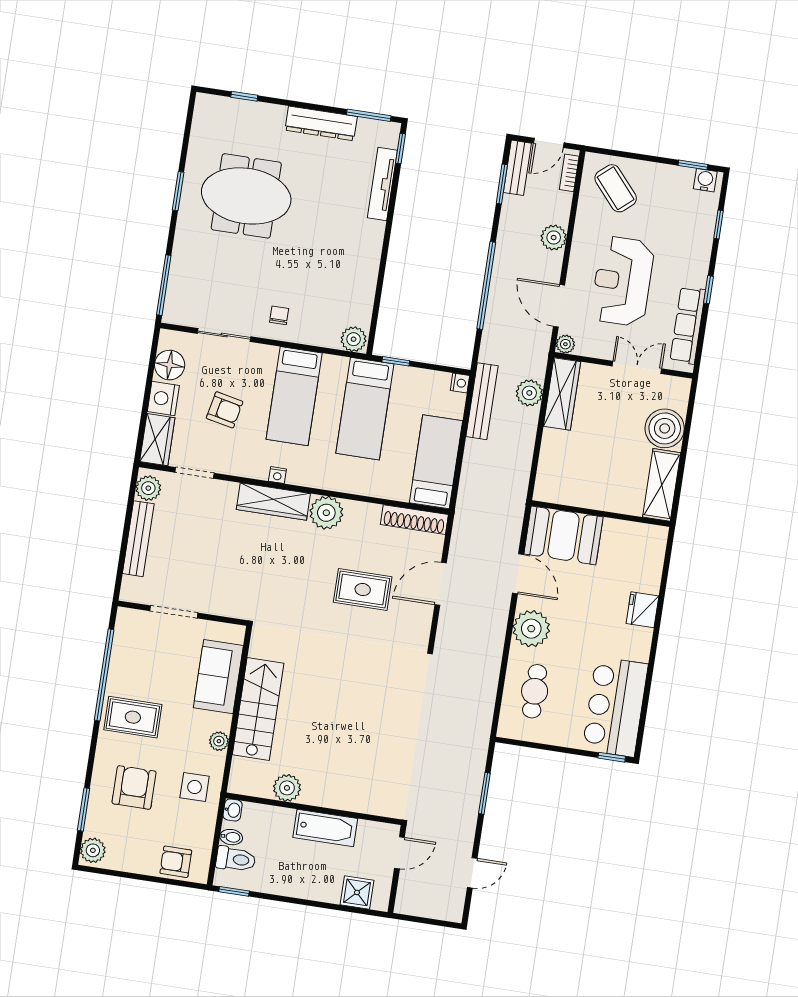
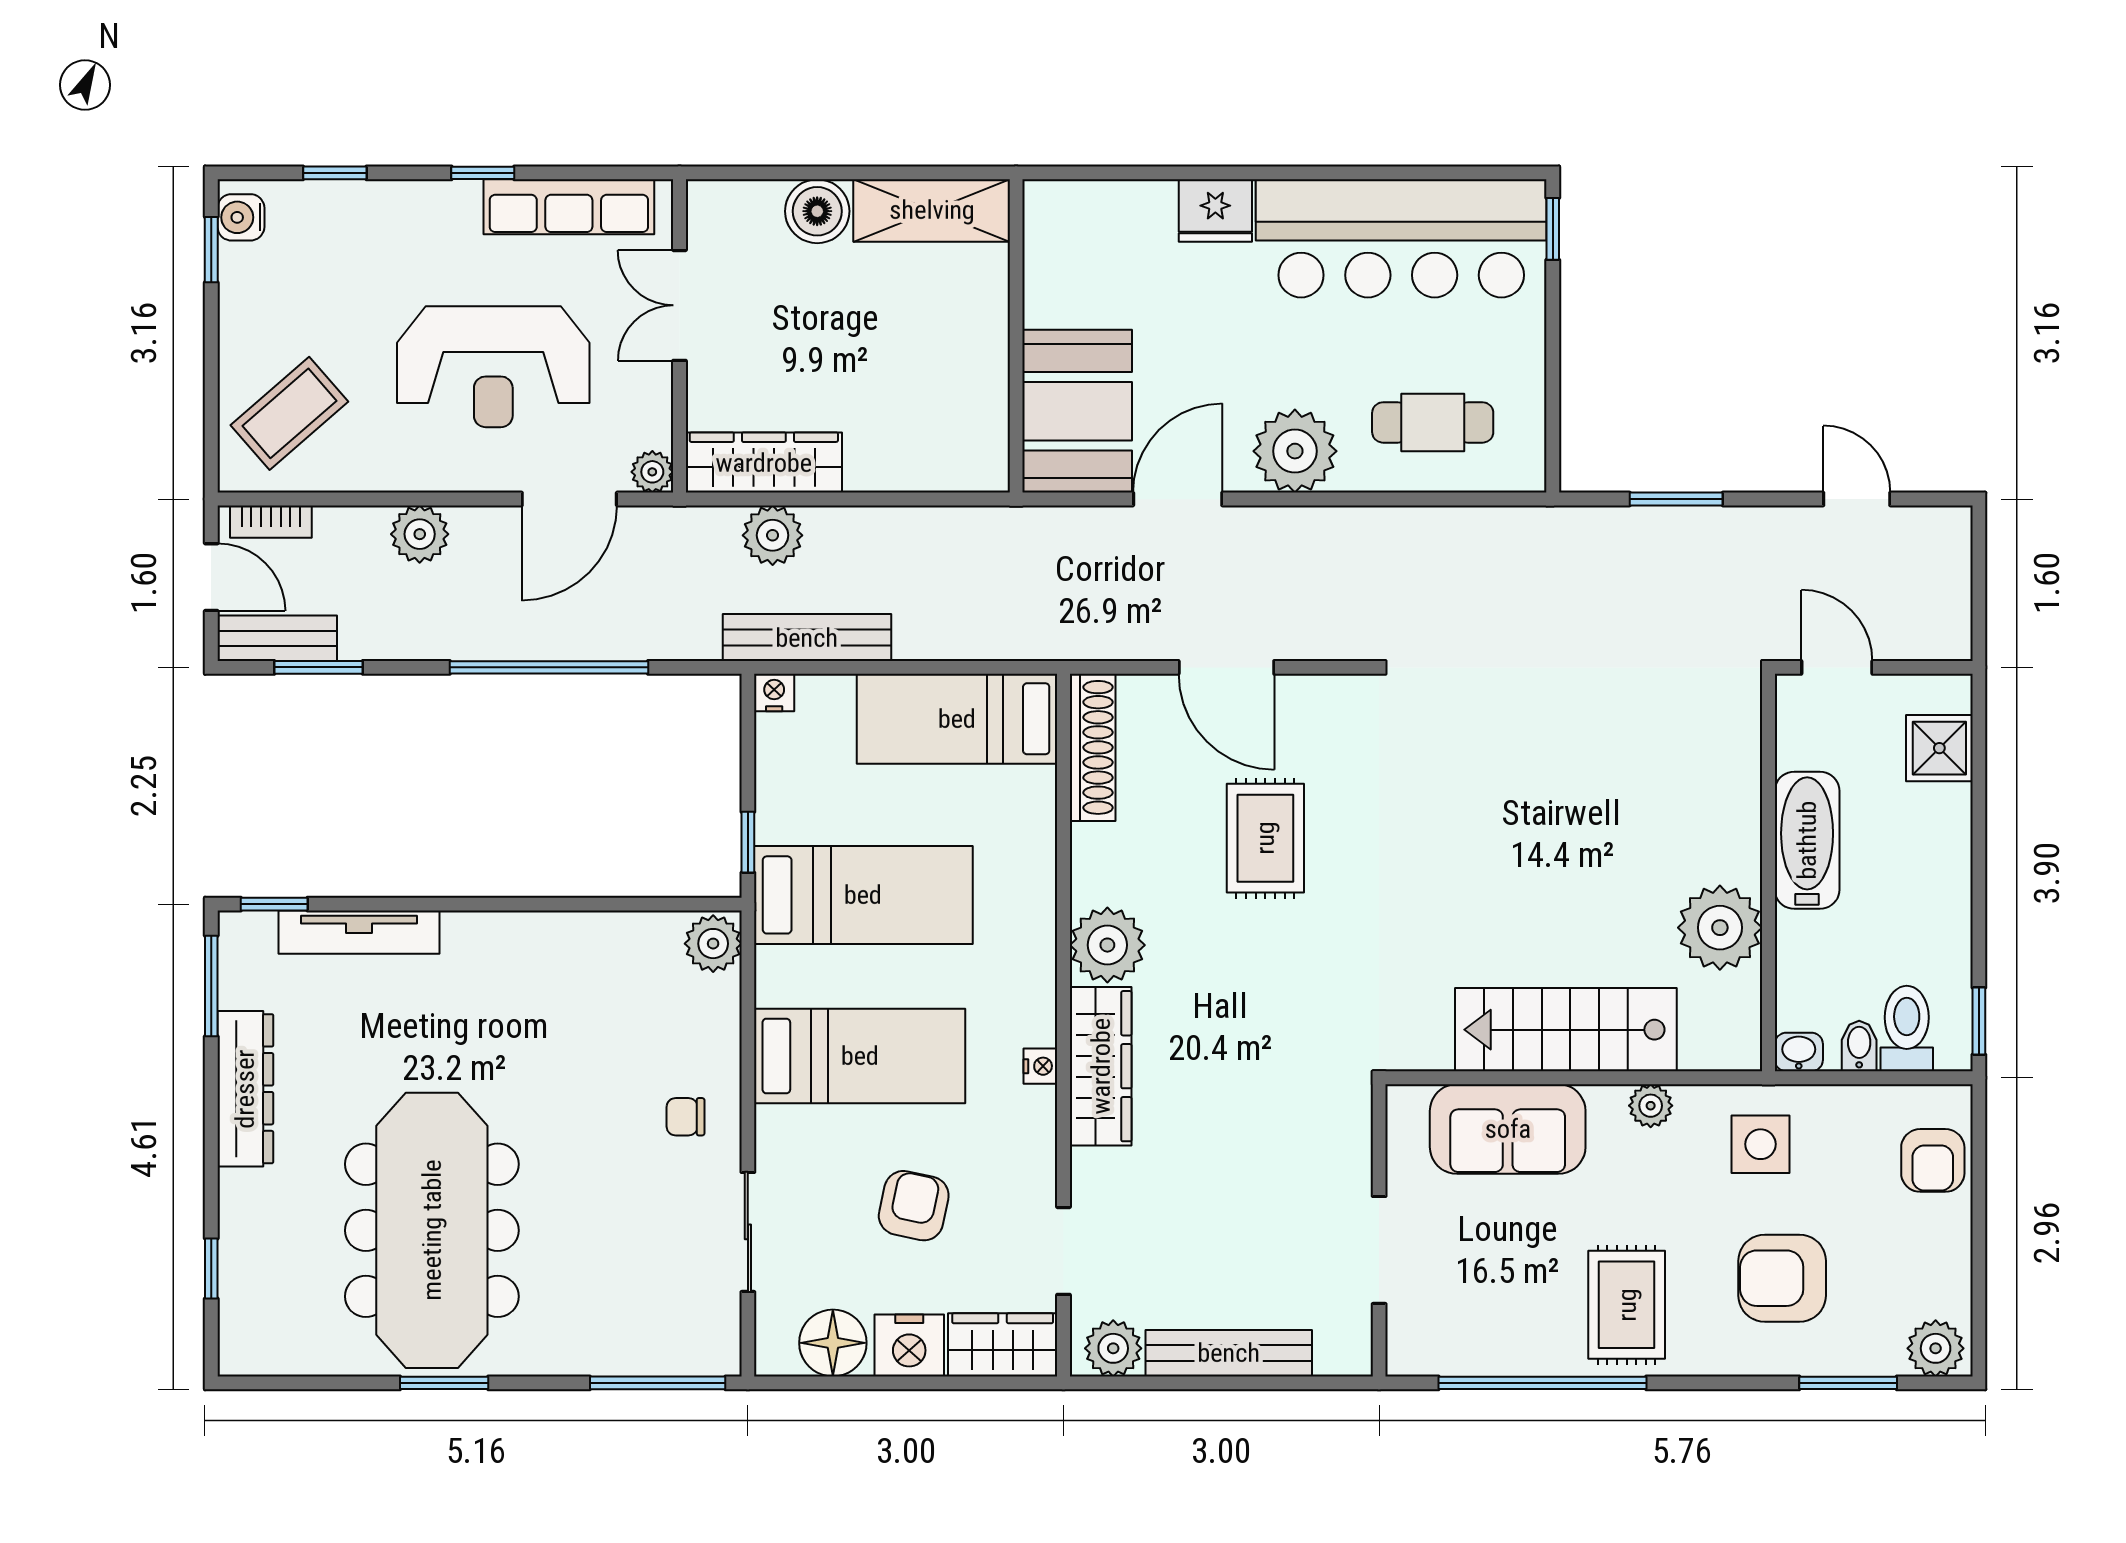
meeting table: (246, 196) -> (432, 1230), width x1.36
boiler: (665, 428) -> (817, 211), width x0.73, depth x0.73
bar counter: (615, 707) -> (1401, 238), width x1.36
plant: (287, 788) -> (1720, 928), width x1.36, depth x1.36

